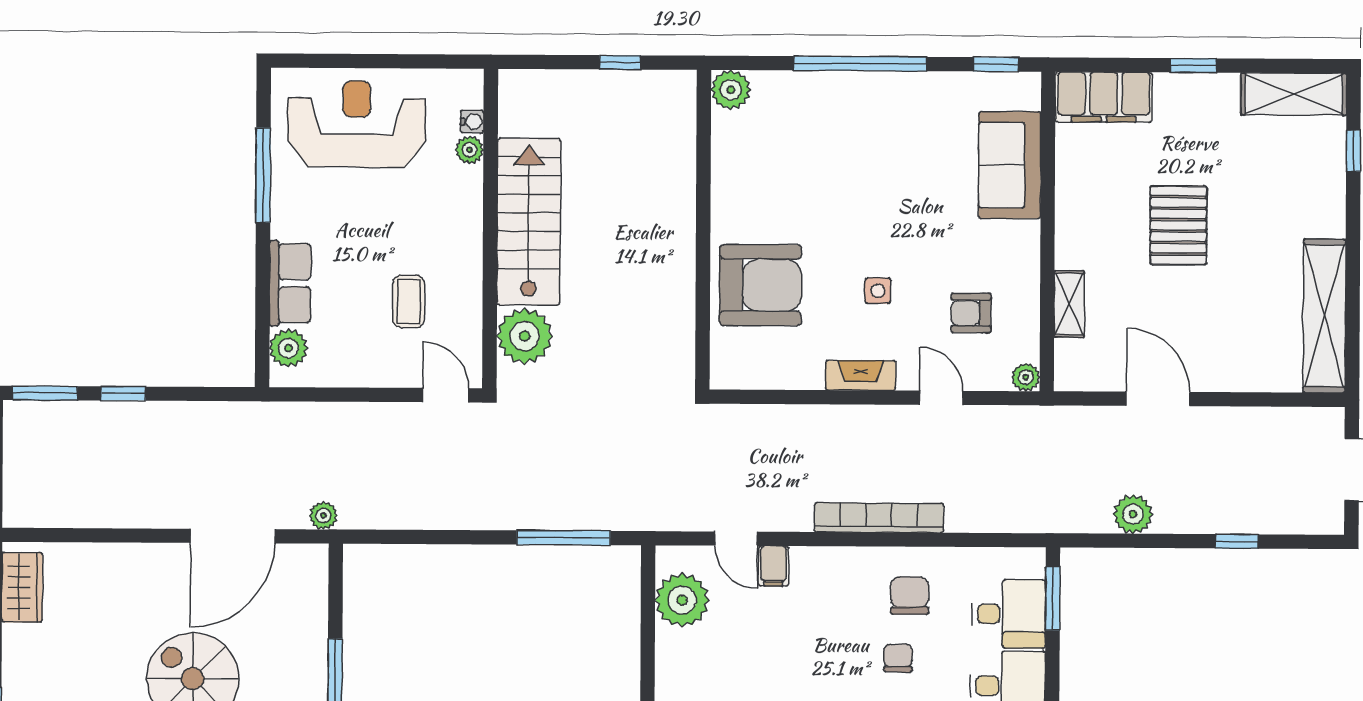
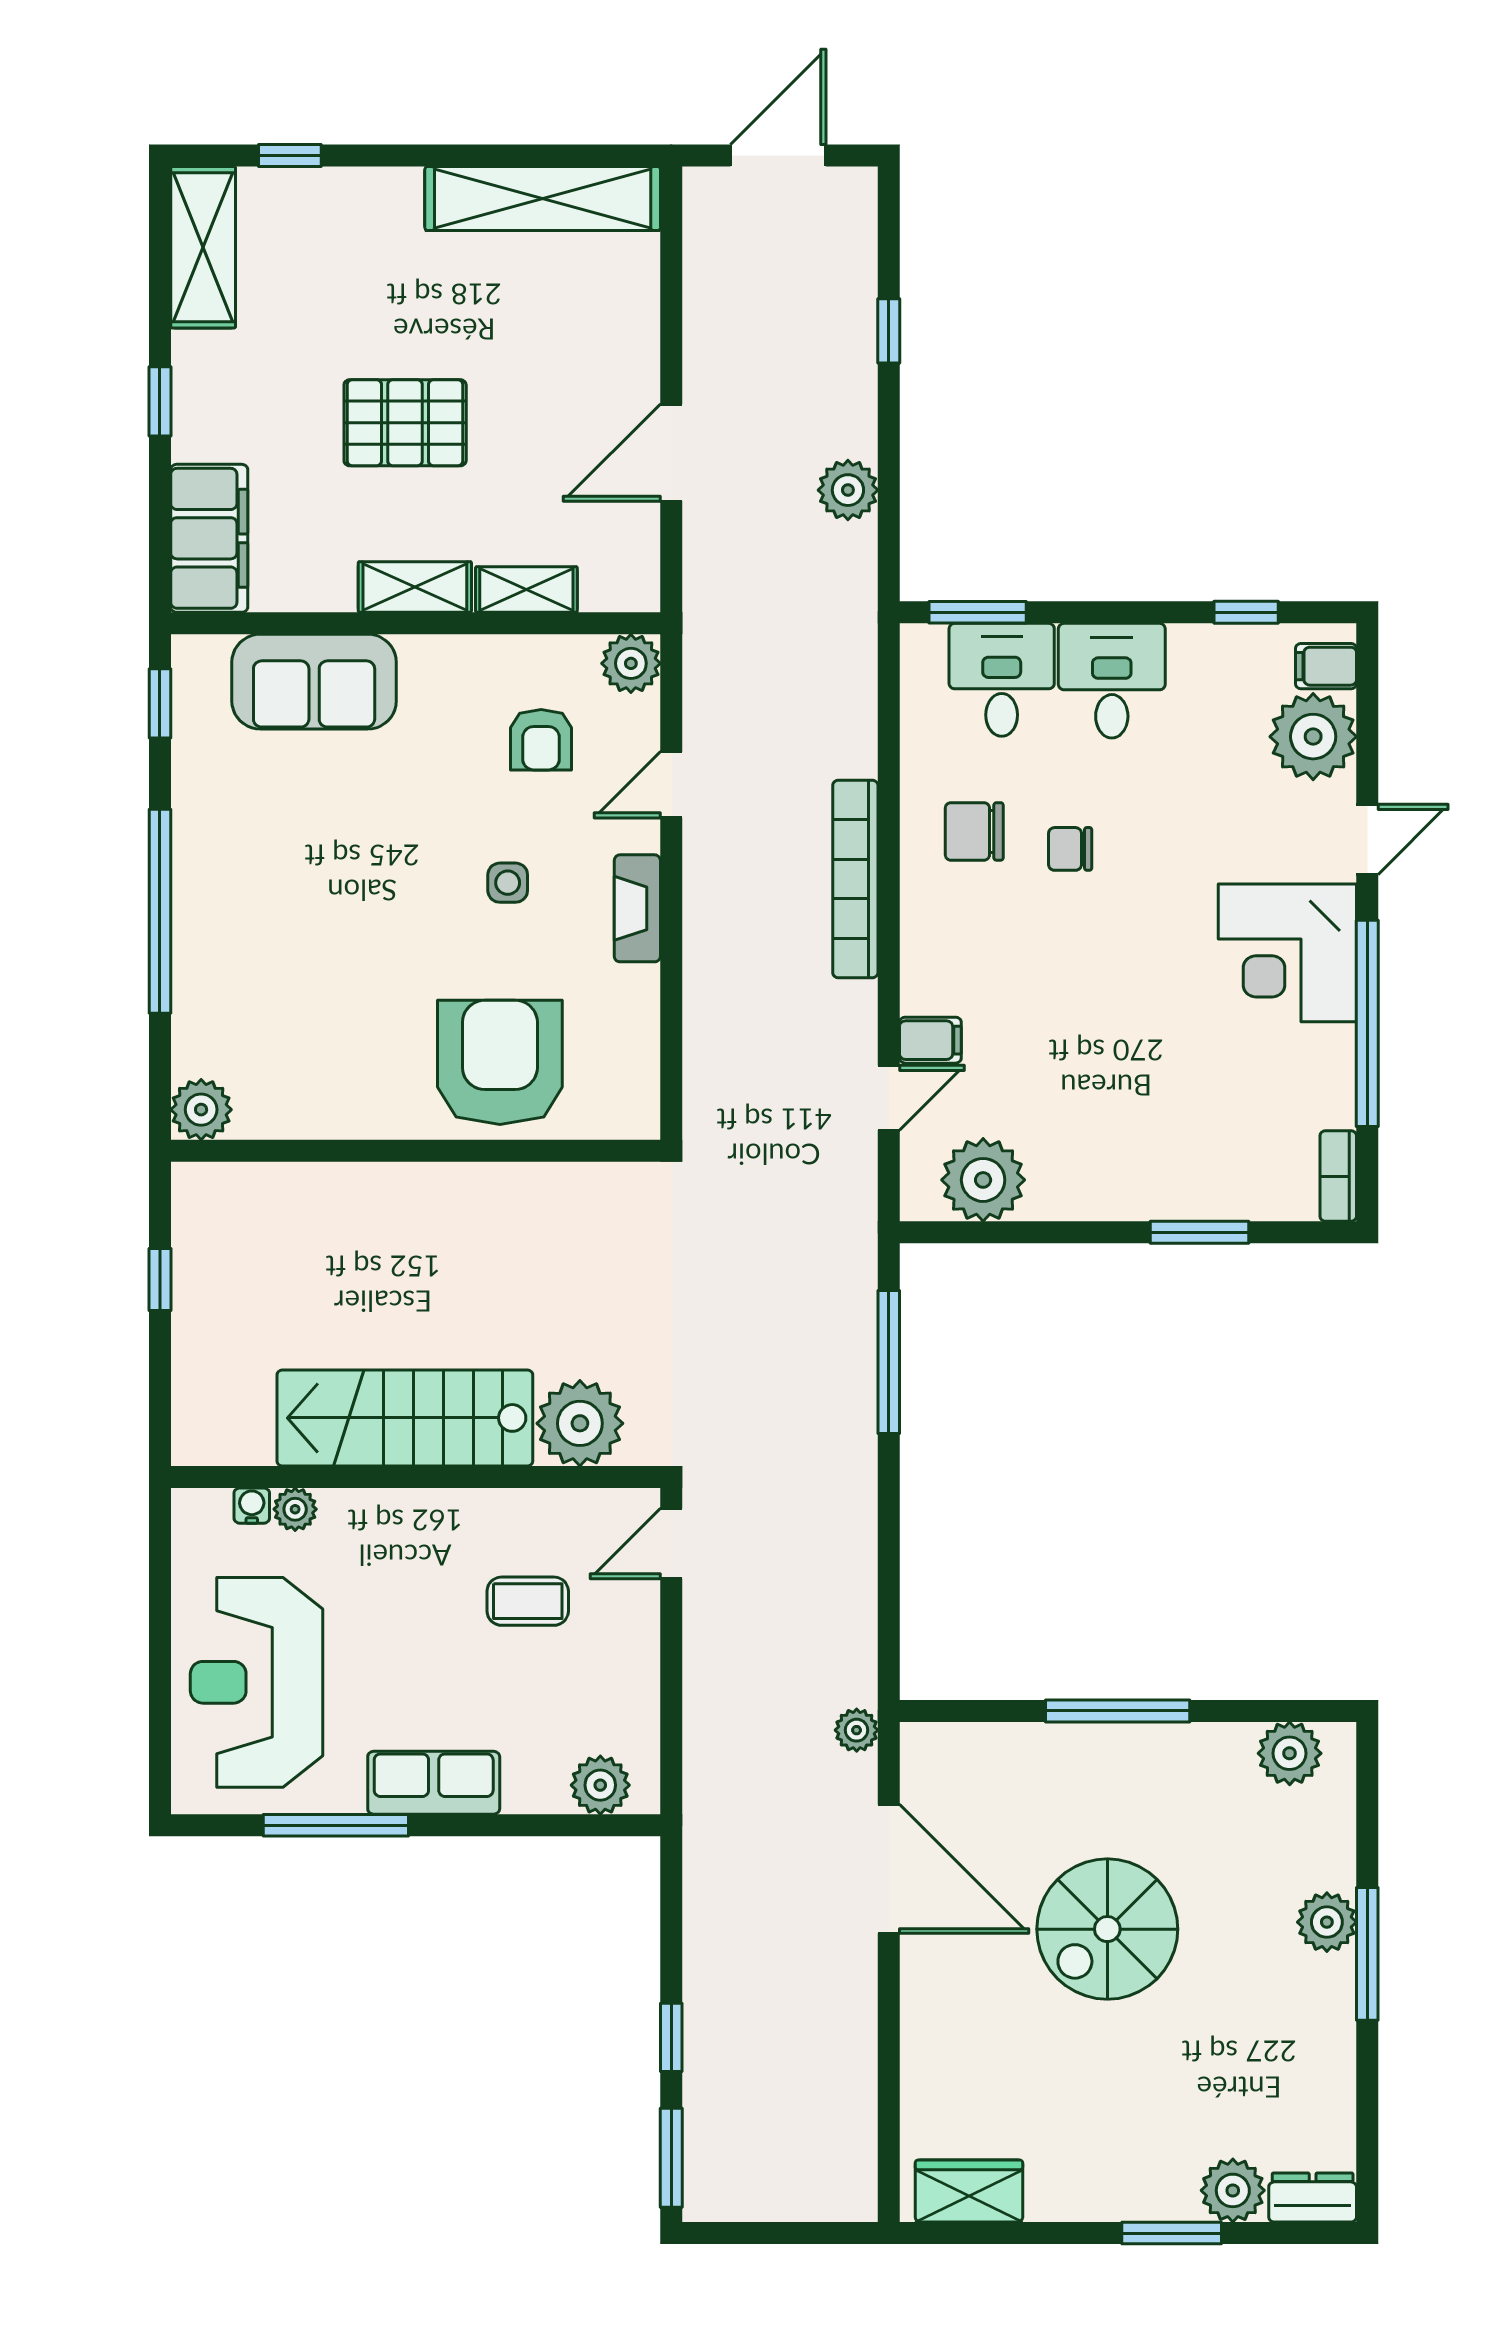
shelving: (1071, 231) -> (415, 587), added
row of seats: (290, 283) -> (434, 1783), moved
plant: (1026, 377) -> (631, 663), width x1.38, depth x1.38

